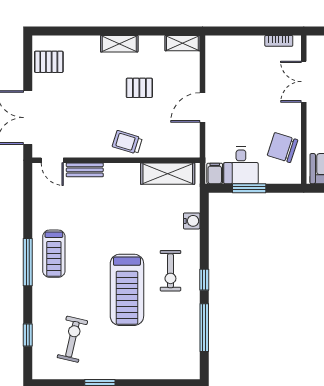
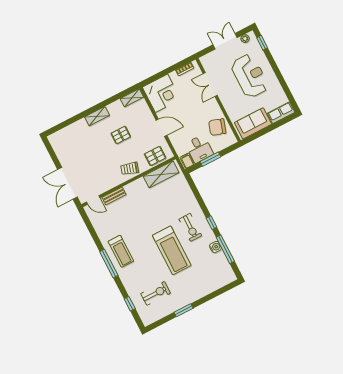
corner desk: (228, 58) -> (162, 93), added
pallet: (49, 62) -> (155, 156), moved
door: (202, 107) -> (161, 128), swing flipped
water cooler: (192, 221) -> (215, 247), moved
exercise bike: (72, 339) -> (156, 293), turned 77

